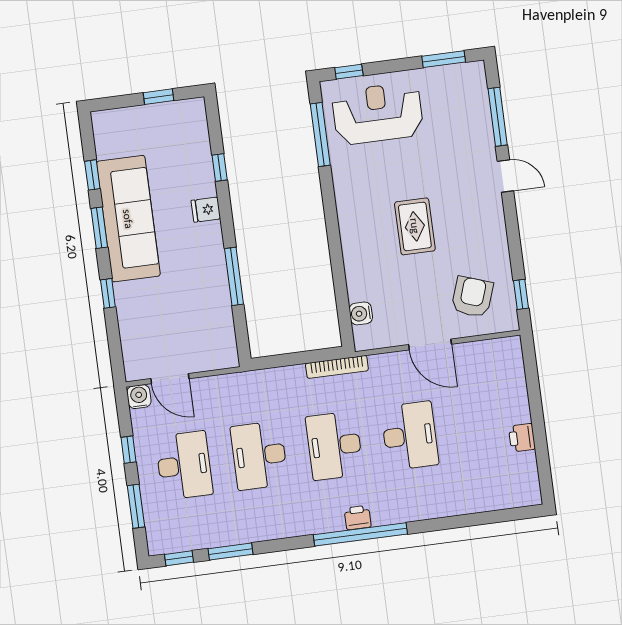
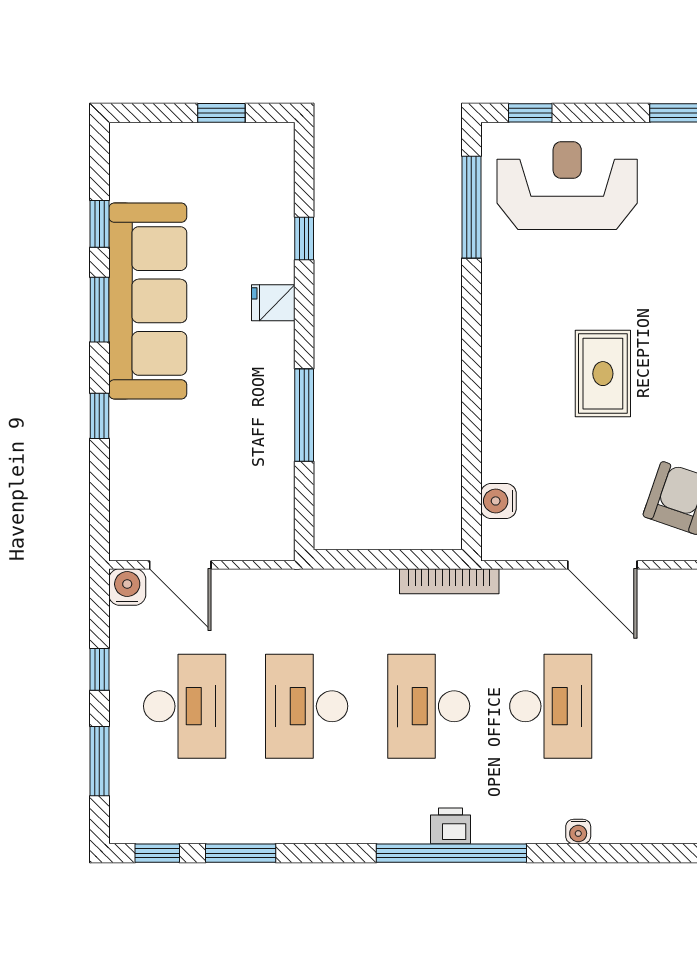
water cooler: (437, 511) -> (578, 832), added

